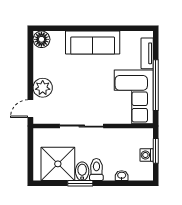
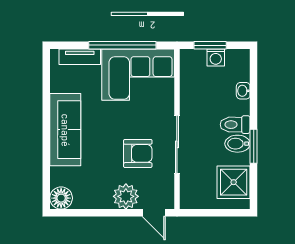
armchair: (75, 97) -> (138, 153), added
shower: (58, 164) -> (234, 182), width x0.73, depth x0.73

